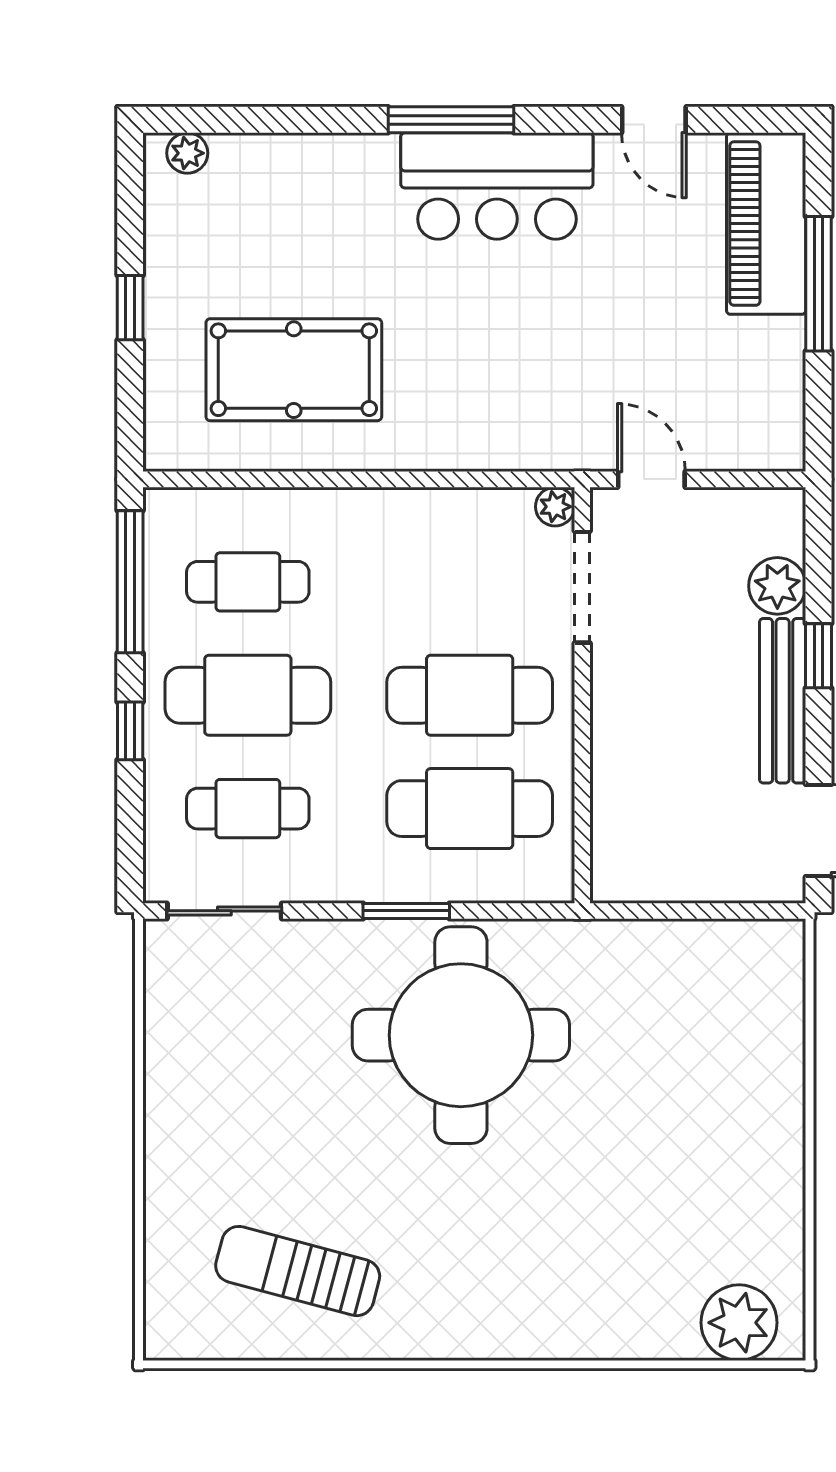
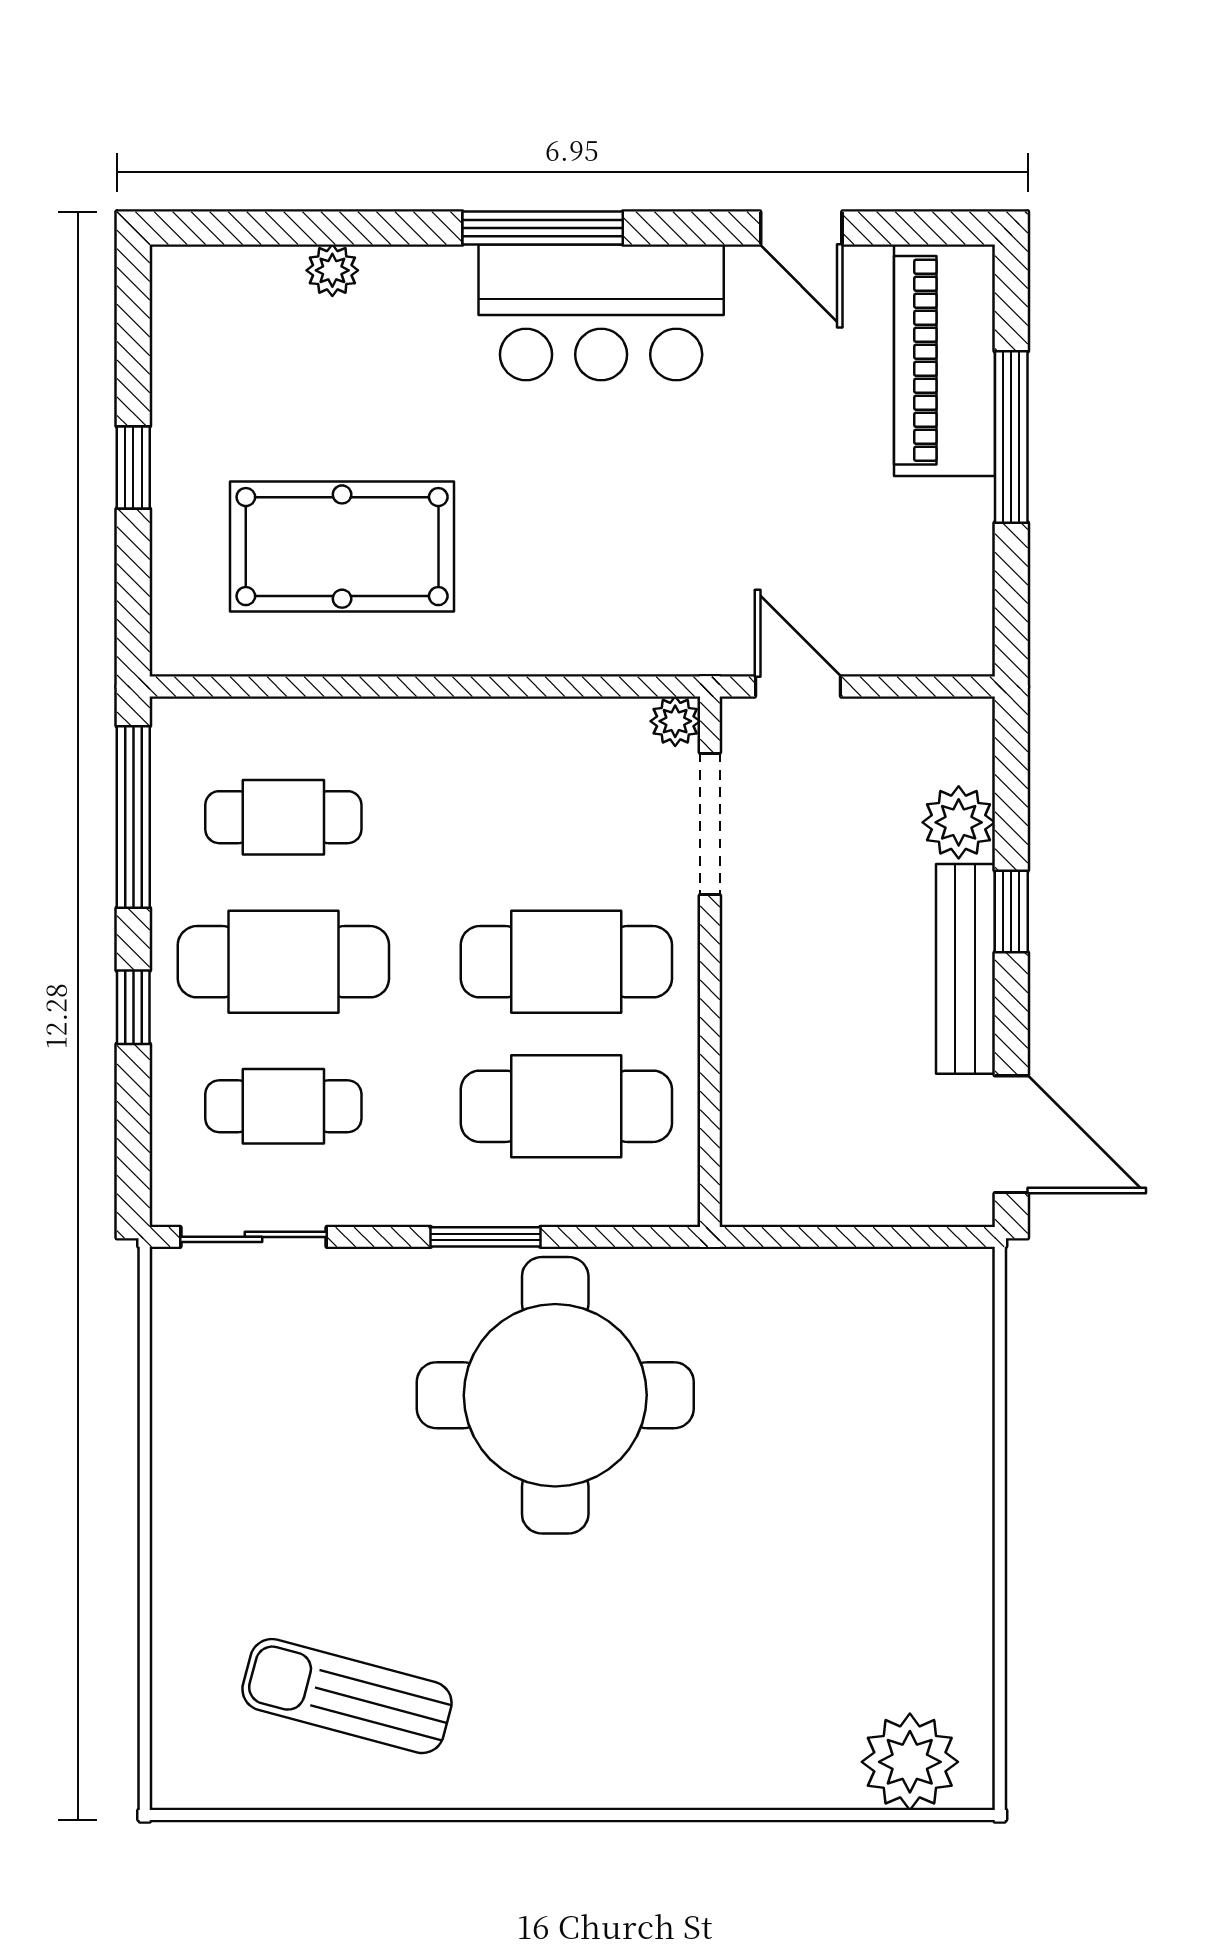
plant: (187, 153) -> (332, 270), moved

